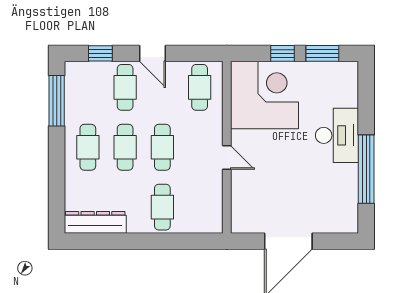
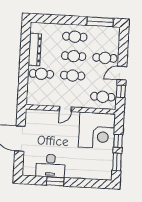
window: (100, 53) -> (121, 91), moved
desk: (337, 135) -> (50, 166), moved
window: (366, 169) -> (55, 181), width x0.47
dresser: (95, 222) -> (35, 50), moved

